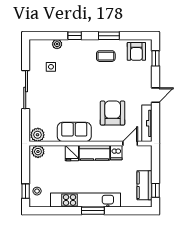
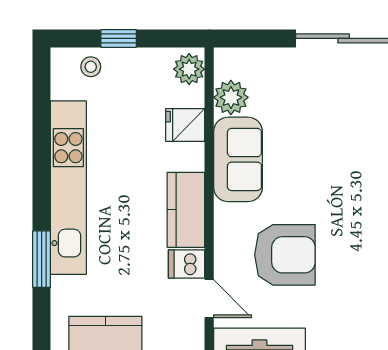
plant: (38, 135) -> (231, 97), moved
fridge: (72, 153) -> (185, 125), moved
window: (26, 191) -> (119, 38), moved
window: (93, 211) -> (42, 259), moved

